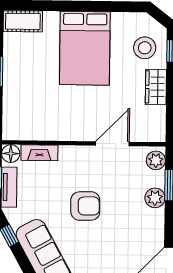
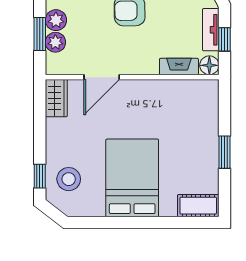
wardrobe: (156, 87) -> (56, 98), moved
plant: (156, 160) -> (55, 42), moved

